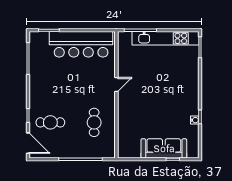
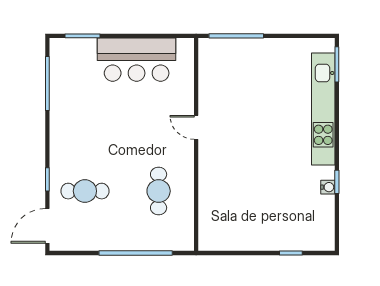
kitchen unit: (165, 38) -> (323, 109), moved, turned 90
bar counter: (81, 44) -> (137, 60), width x0.73
door: (116, 85) -> (196, 127), swing flipped
door: (28, 143) -> (47, 226), swing flipped
sofa: (164, 148) -> (276, 235), removed

